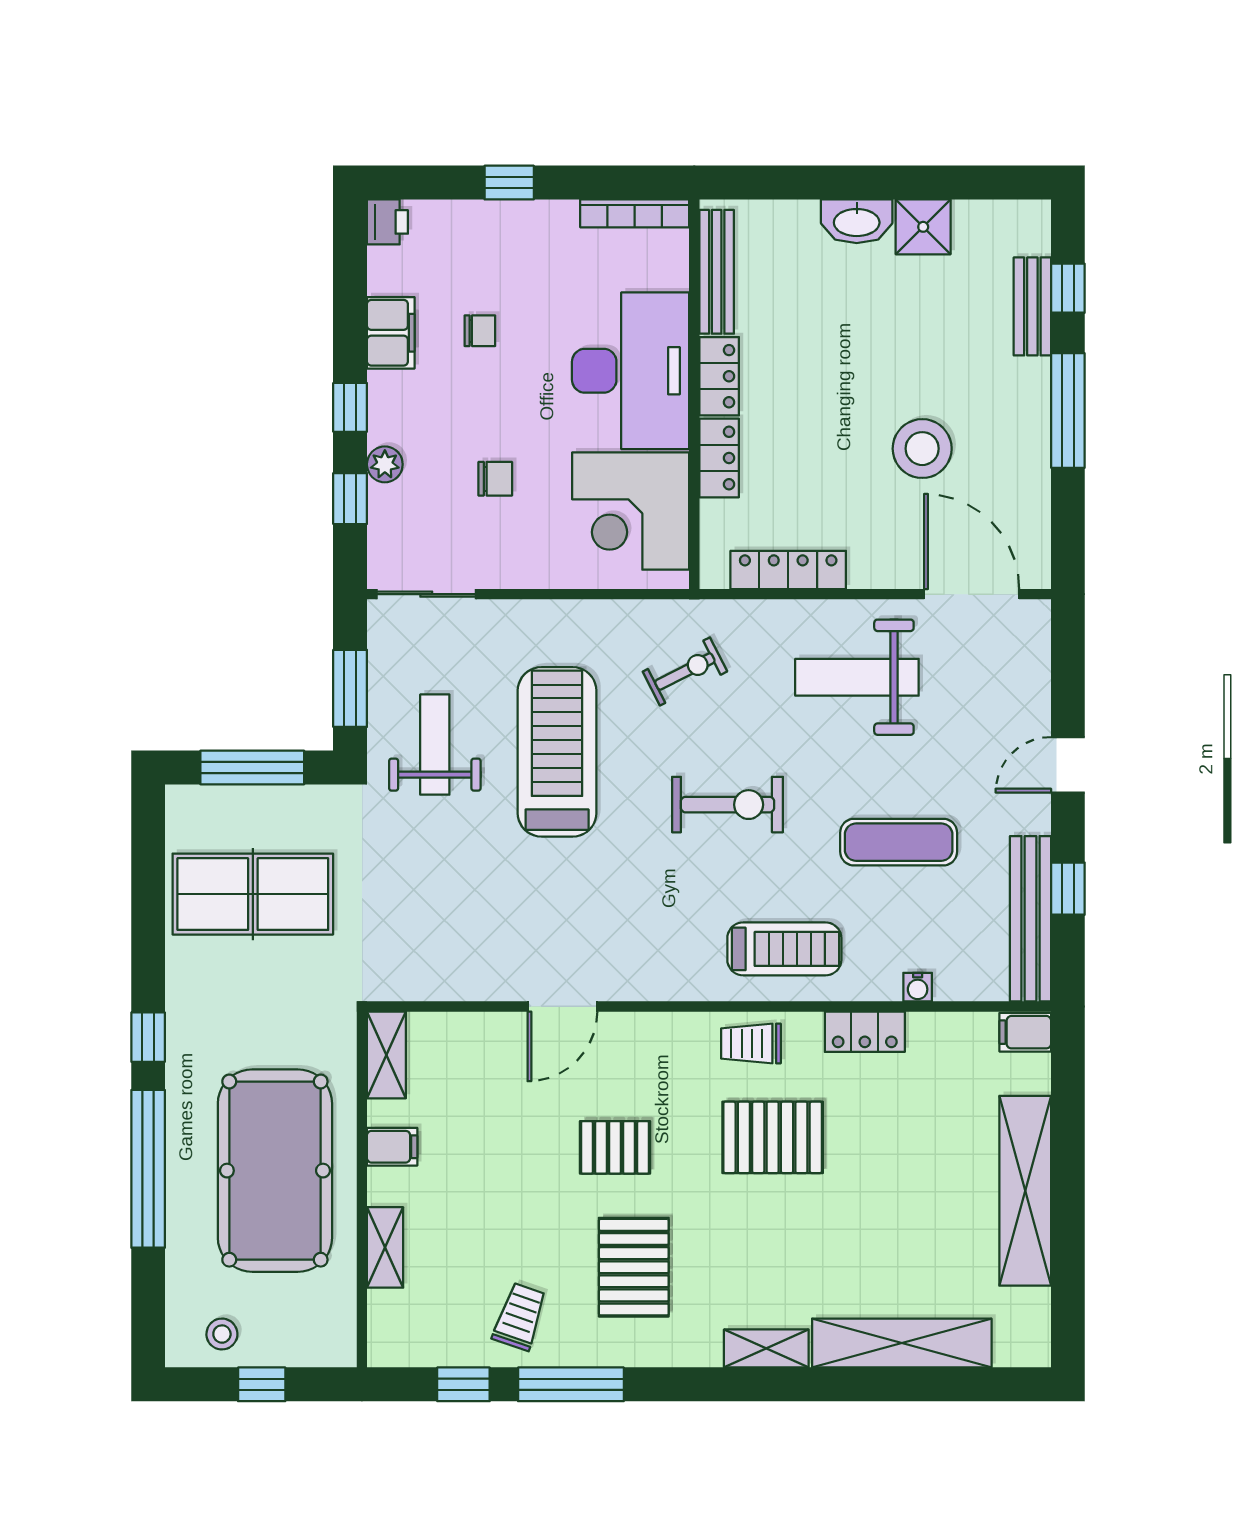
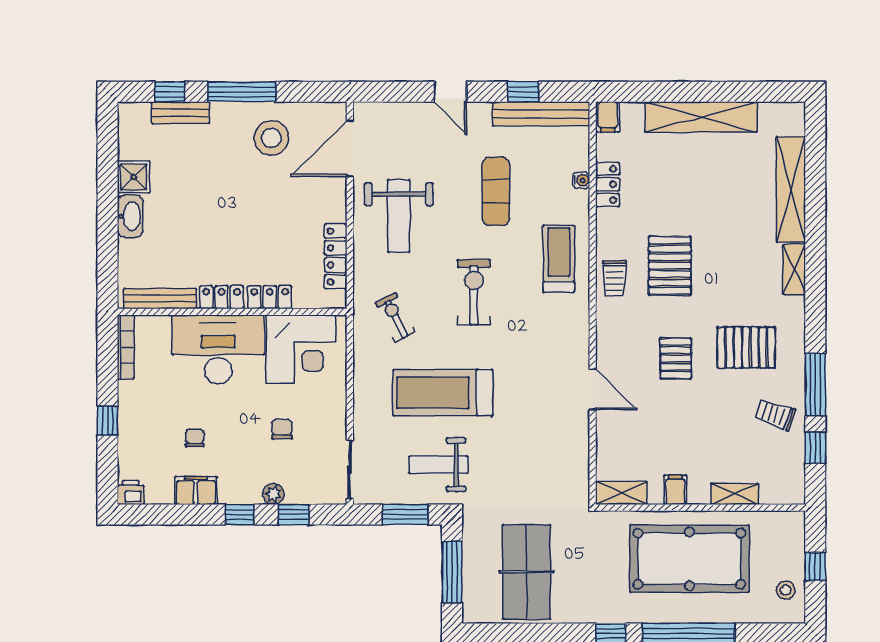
stool: (922, 449) -> (271, 138), moved
locker: (865, 1032) -> (608, 184), moved

